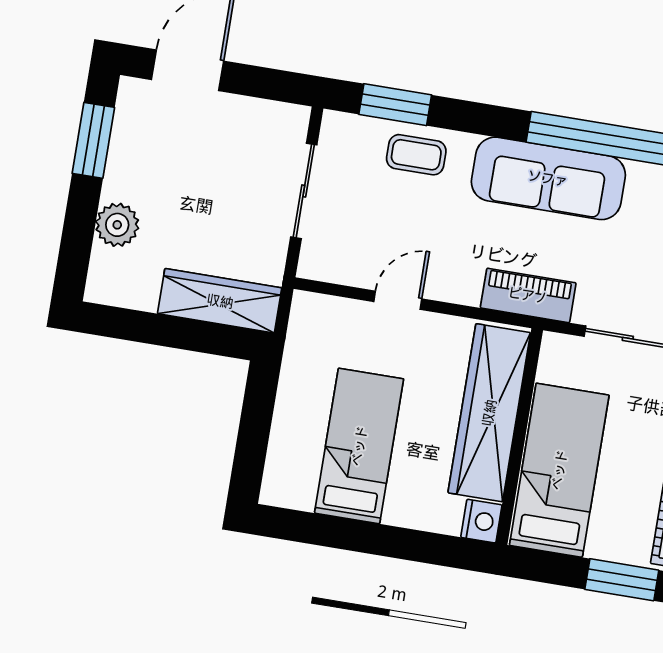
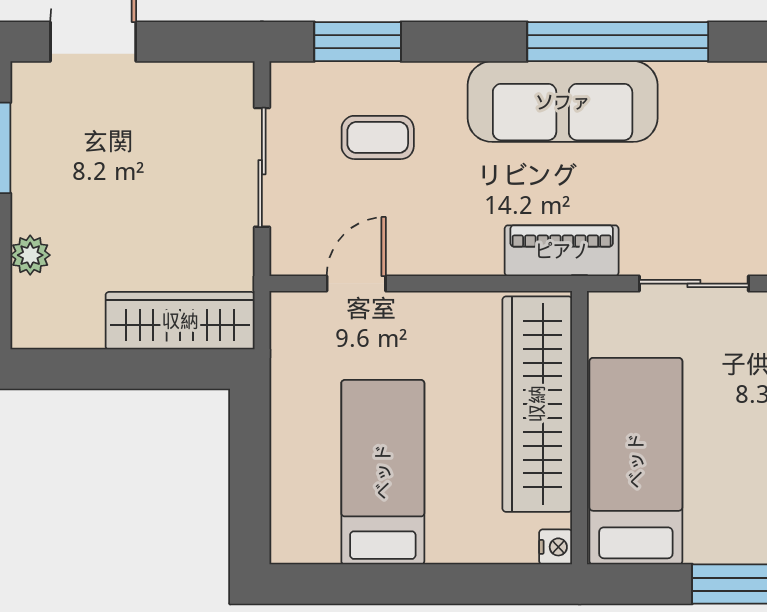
coffee table: (416, 155) -> (378, 137), moved
plant: (117, 225) -> (30, 255), width x0.73, depth x0.73
door: (398, 300) -> (356, 284), moved
nightstand: (481, 521) -> (556, 547), width x0.72, depth x0.74

